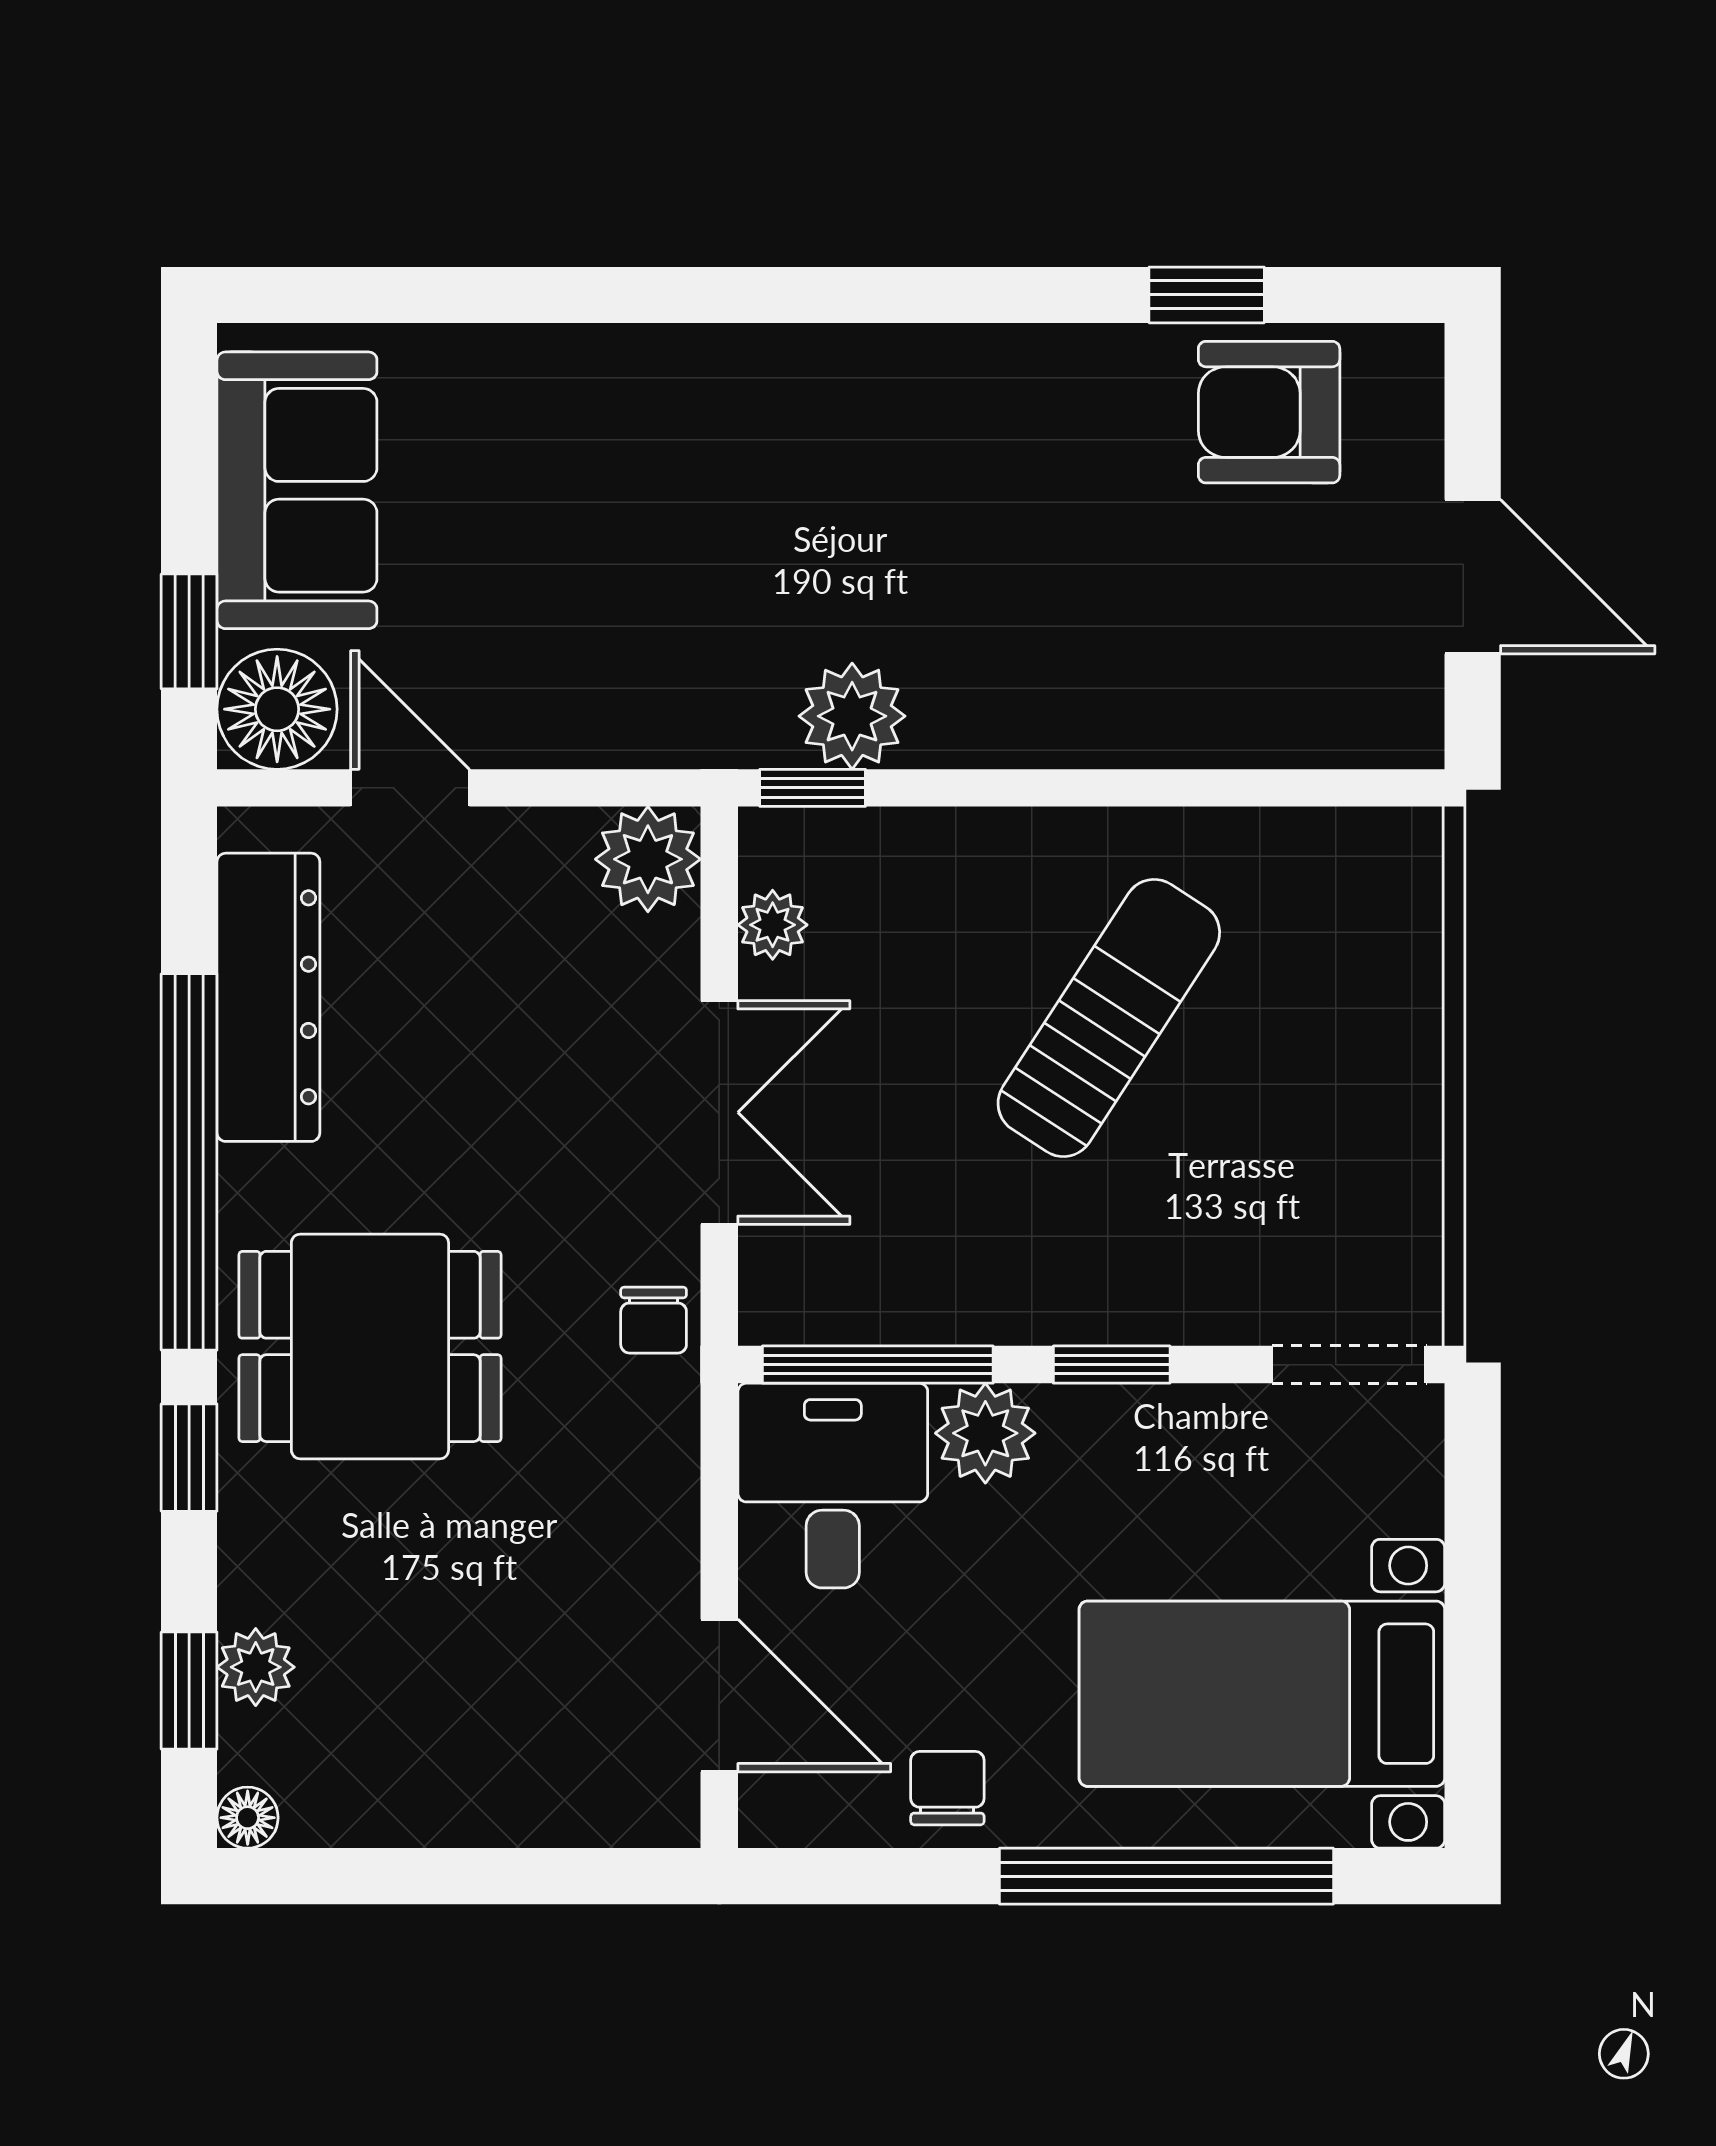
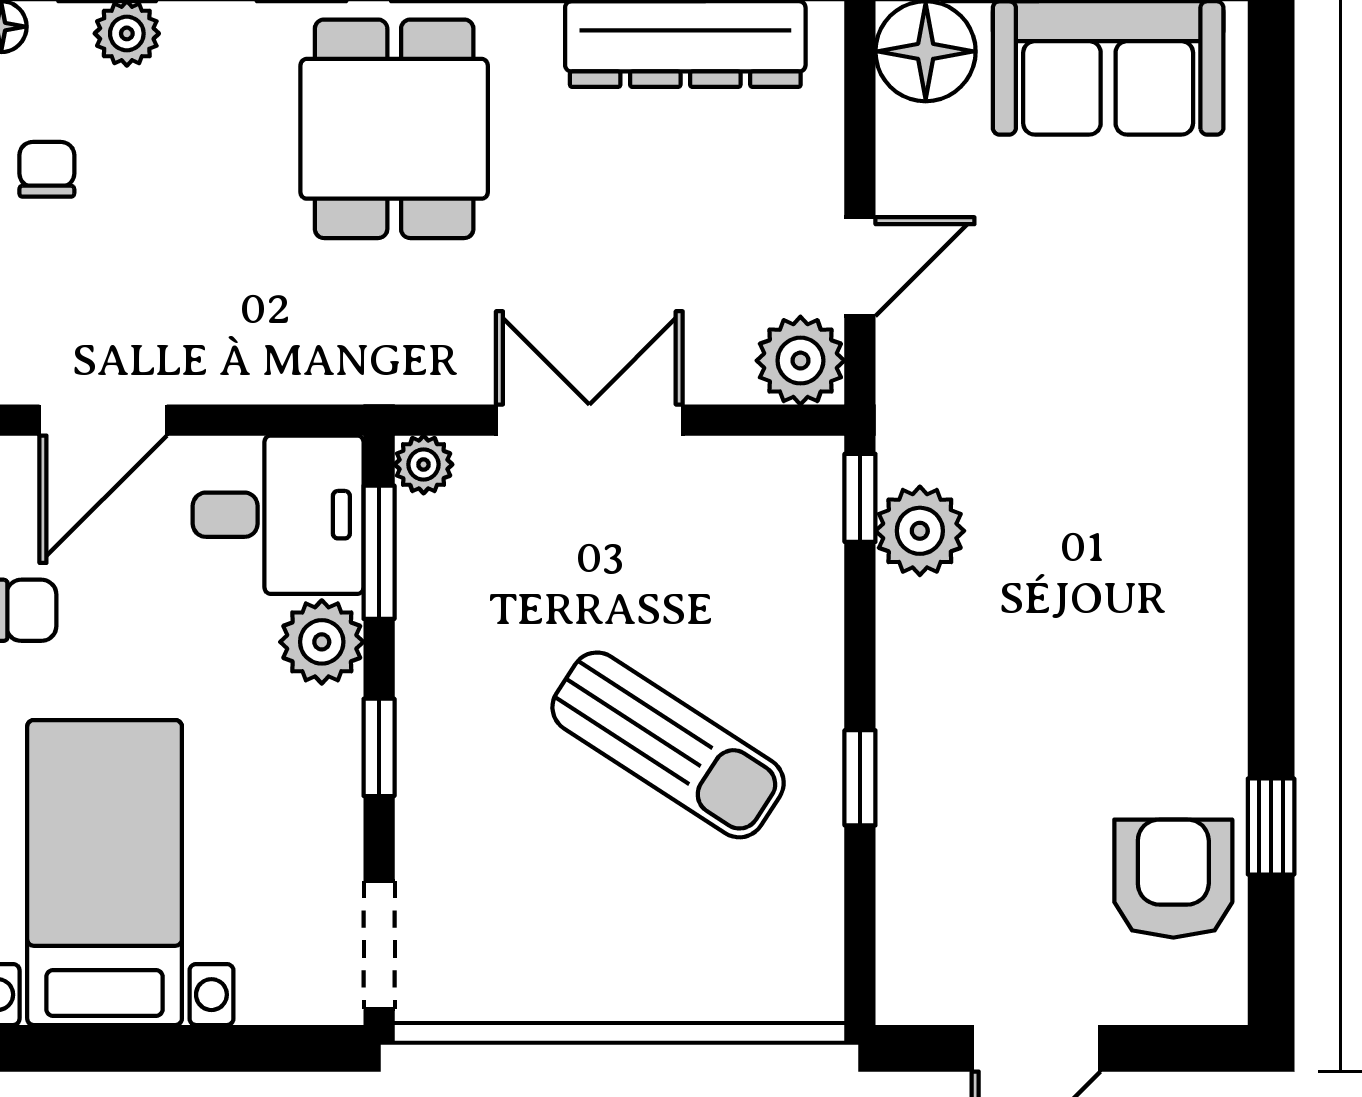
door: (410, 788) -> (860, 267), moved
window: (1148, 788) -> (860, 778), added
plant: (773, 925) -> (424, 464), moved
double door: (719, 1112) -> (589, 420), swing flipped
chair: (654, 1320) -> (47, 169), moved, turned 90
window: (878, 1365) -> (379, 552), width x0.69

